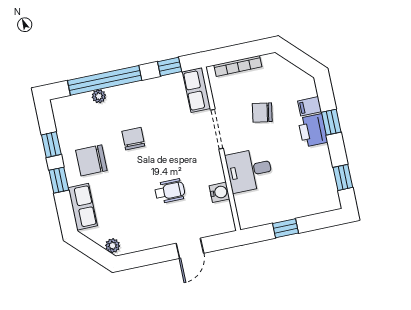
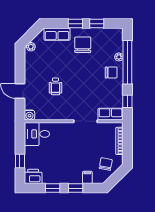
chair: (262, 112) -> (106, 164), moved
printer: (313, 130) -> (33, 176), moved
chair: (133, 139) -> (111, 72), moved
desk: (249, 170) -> (37, 134), moved, turned -90
window: (343, 177) -> (53, 188), moved
water cooler: (219, 192) -> (29, 115), moved
window: (285, 228) -> (20, 161), moved

